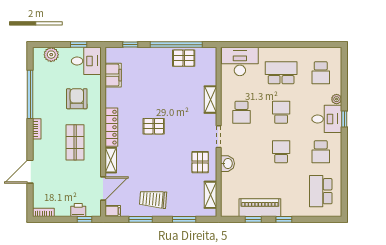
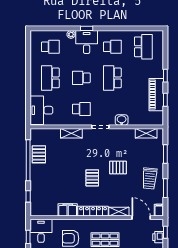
filing cabinet: (113, 75) -> (68, 210), moved
school desk: (281, 152) -> (112, 78), width x1.85
pallet: (200, 162) -> (118, 167), moved
school desk: (321, 191) -> (143, 47), turned -90

